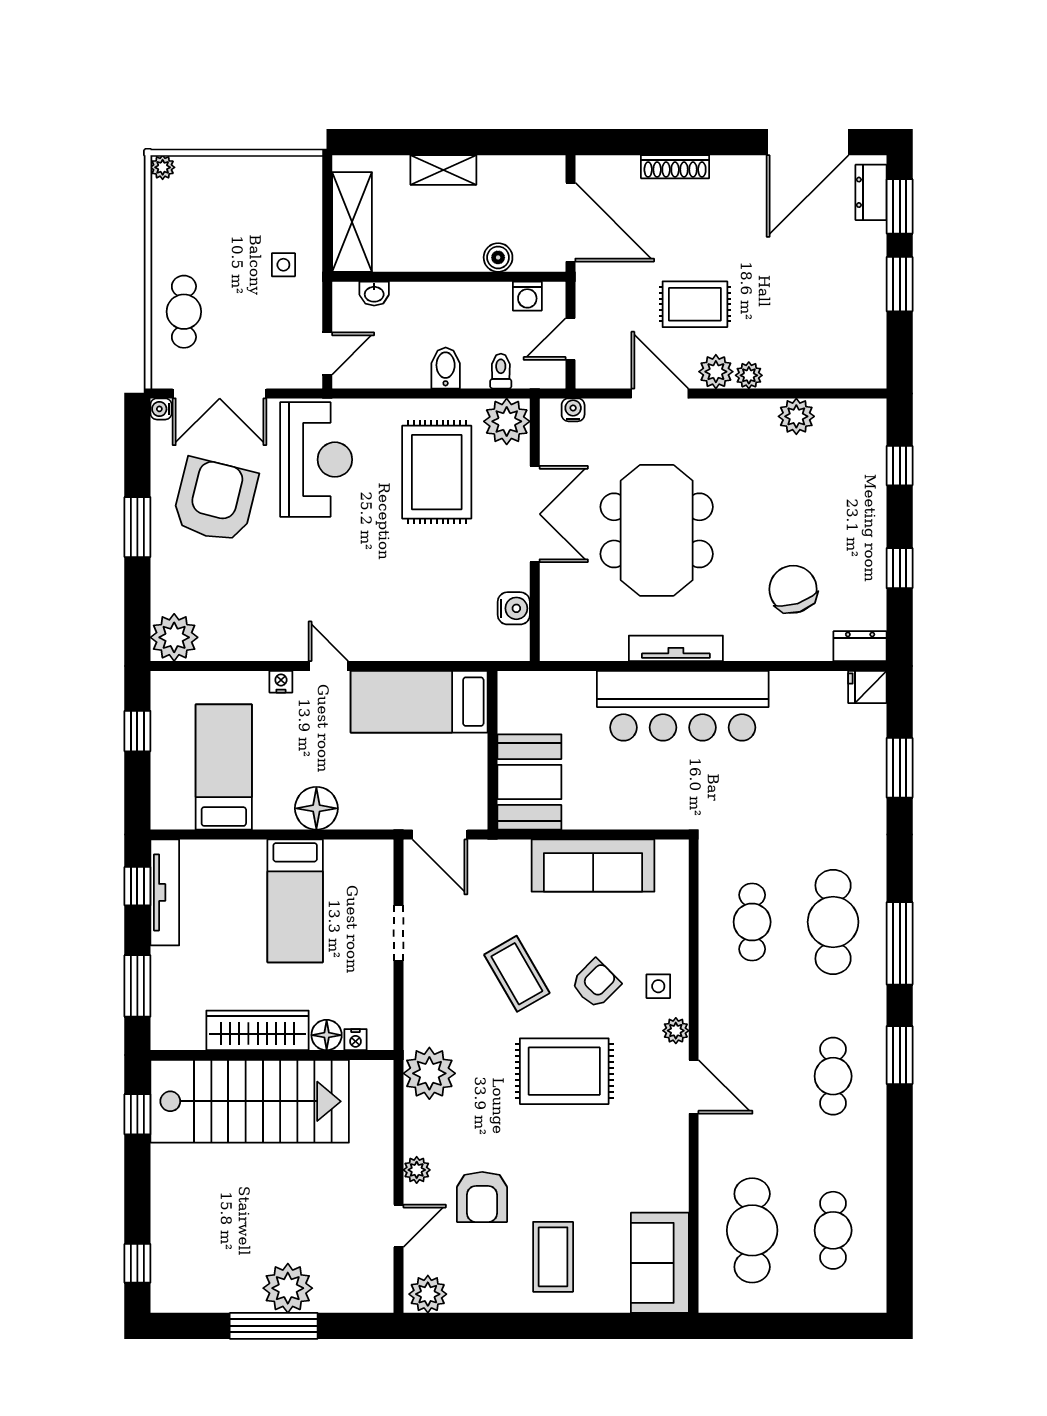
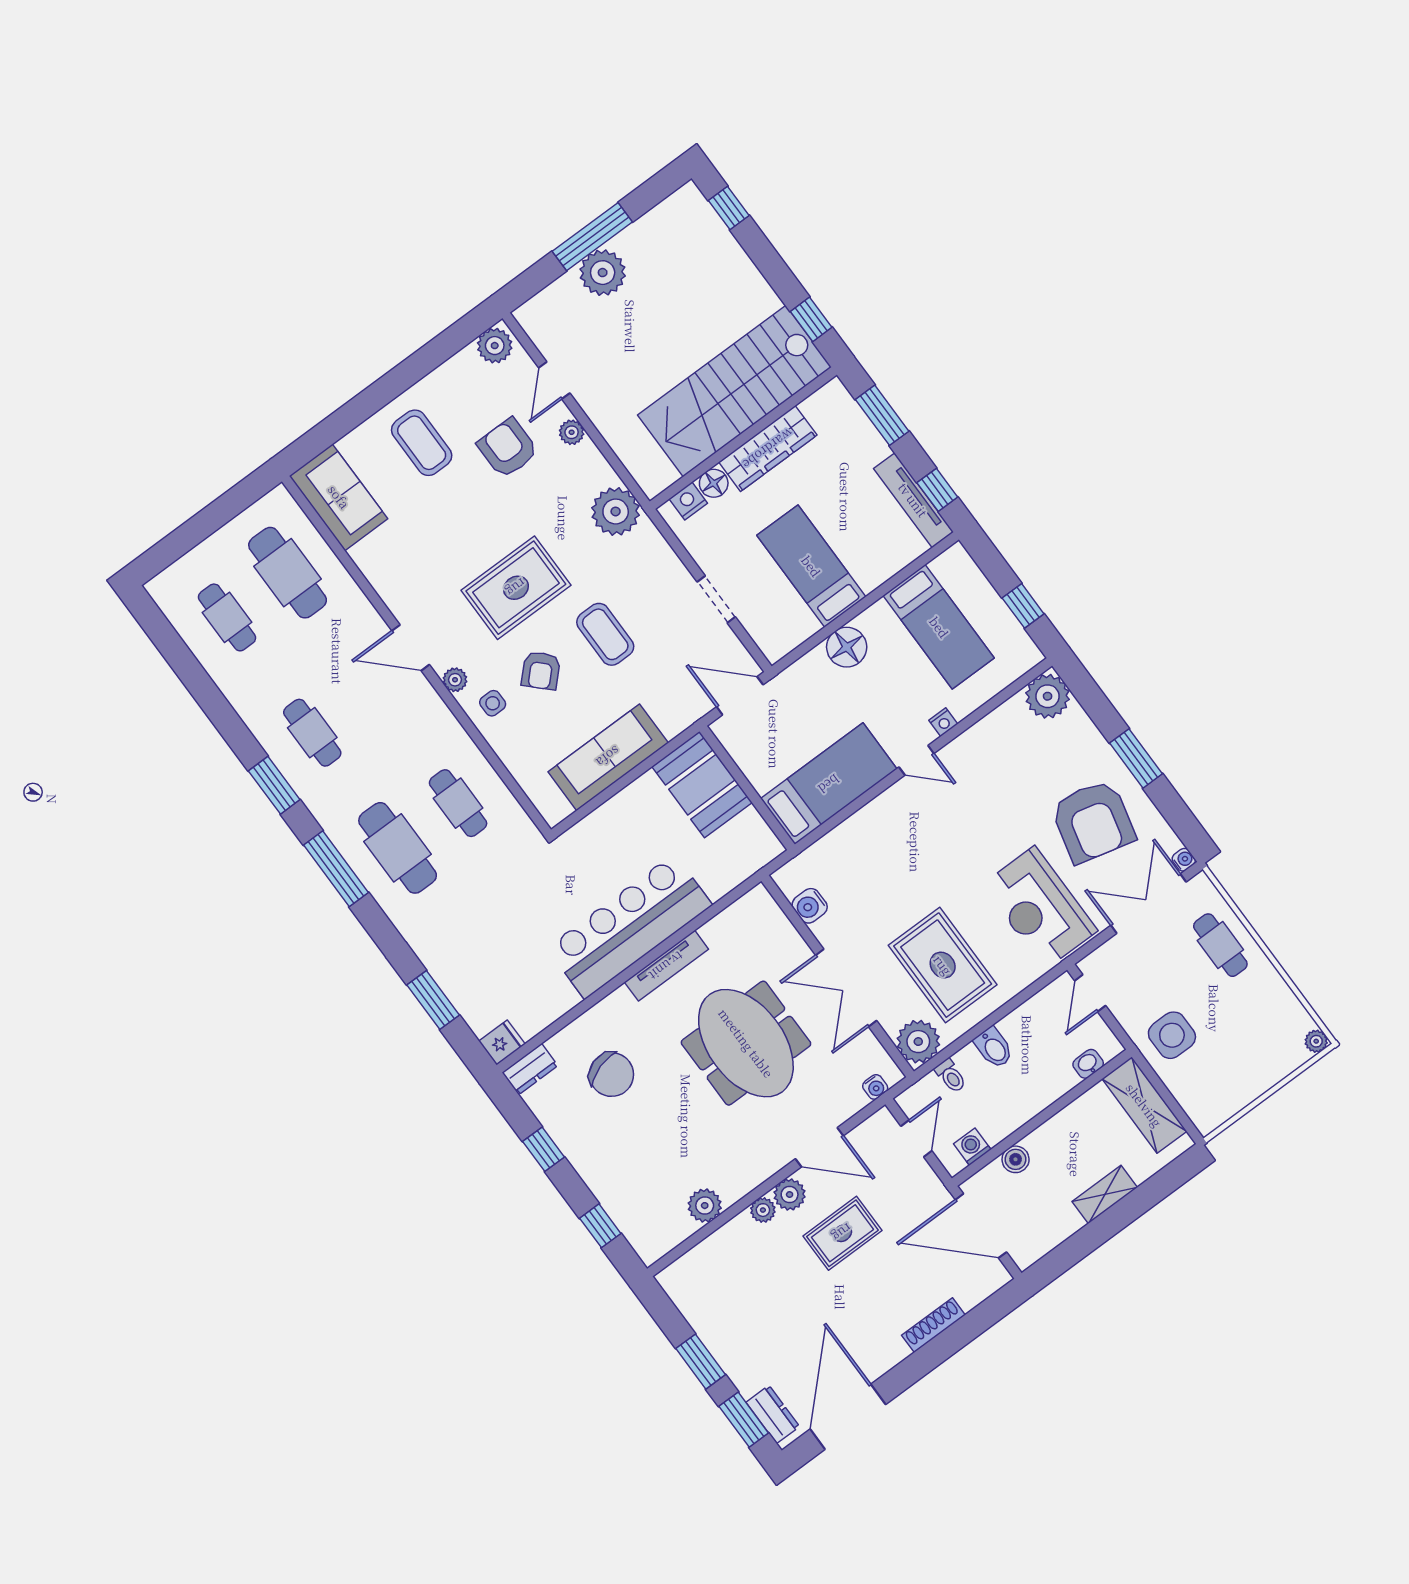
side table: (283, 265) -> (1172, 1035), width x1.87, depth x1.87
coffee table: (517, 974) -> (605, 634), turned 30
nightstand: (355, 1040) -> (688, 501), width x1.39, depth x1.35

